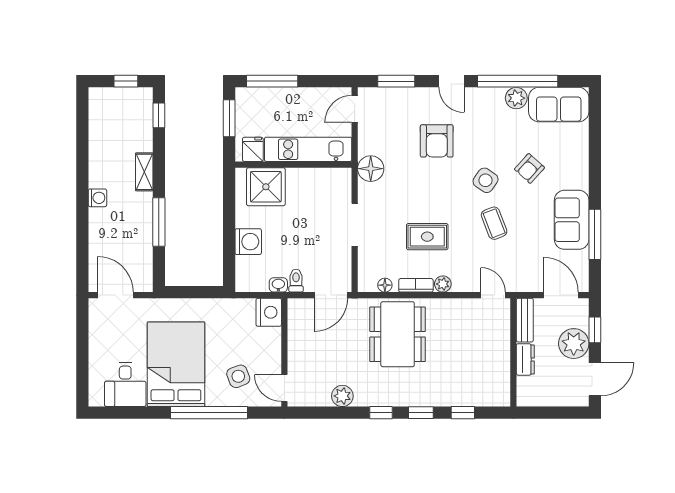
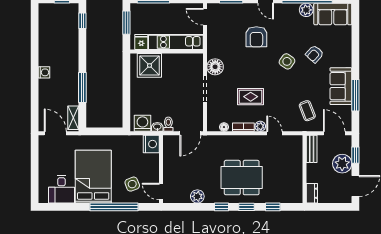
door: (355, 109) -> (205, 17), hinge flipped
floor lamp: (371, 169) -> (215, 67), moved
shelving: (144, 172) -> (73, 118), moved
coffee table: (494, 223) -> (307, 111), moved
washing machine: (248, 242) -> (142, 123), moved, turned -90
door: (493, 295) -> (274, 133), moved
dining table: (398, 334) -> (242, 178), moved, turned 90
dresser: (525, 359) -> (312, 193), moved

